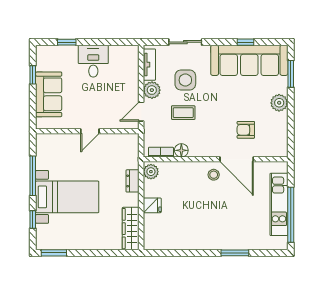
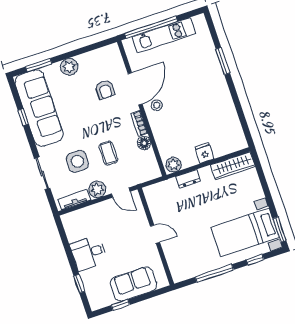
bookcase: (161, 152) -> (139, 124), moved
bed with nightstands: (67, 197) -> (245, 232), moved, turned -90
window: (291, 215) -> (151, 27), moved

